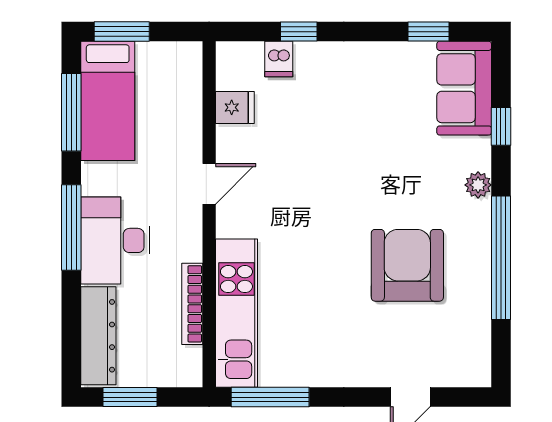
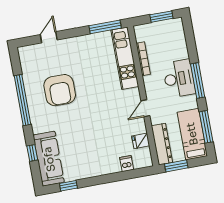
window: (122, 32) -> (176, 166), moved
window: (299, 32) -> (121, 176), removed
sofa: (464, 88) -> (49, 159), width x1.36
plant: (478, 185) -> (37, 128), removed
dresser: (98, 336) -> (162, 144), moved, turned 180

